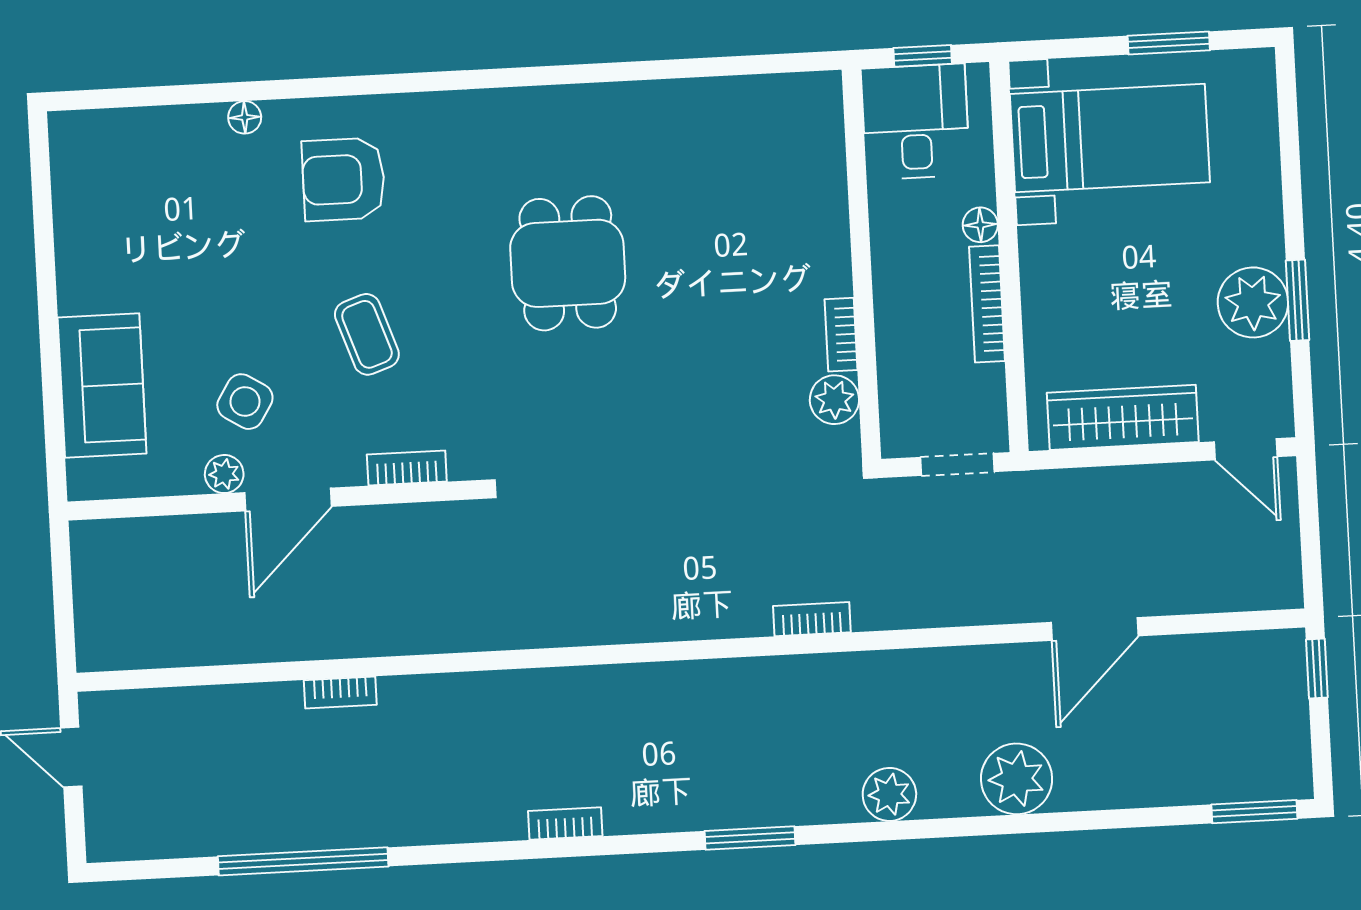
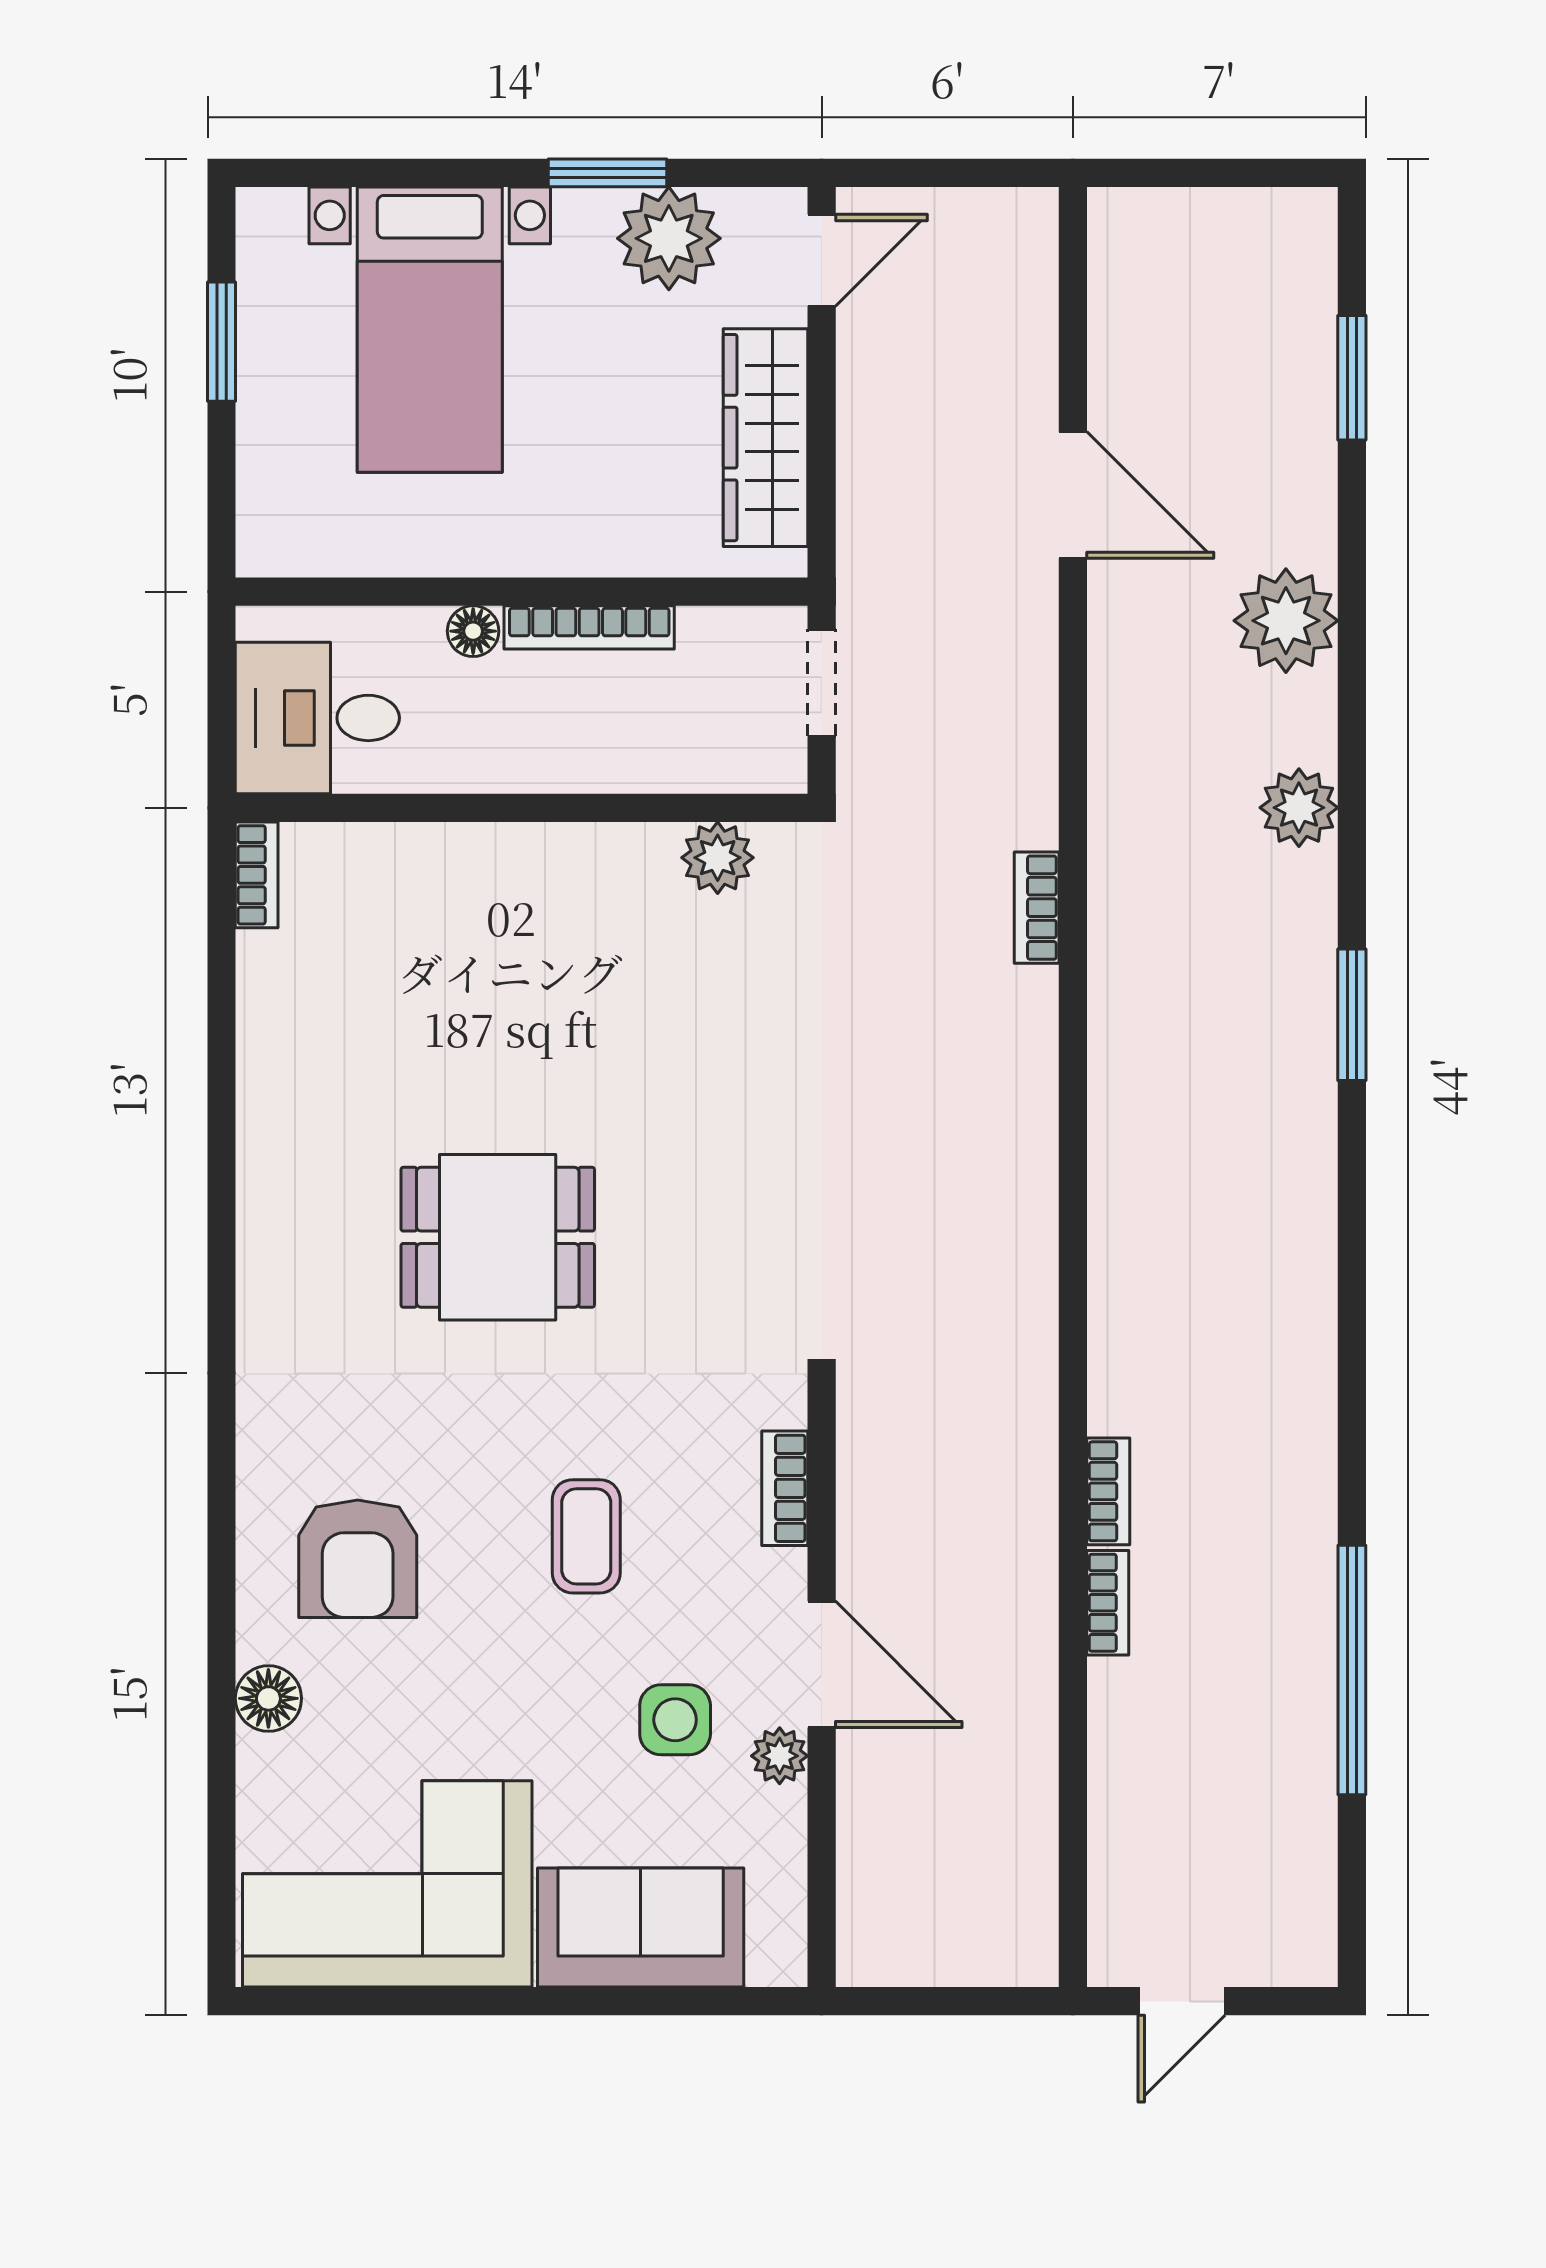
window: (923, 56) -> (222, 703), removed
floor lamp: (245, 117) -> (268, 1698), width x1.37, depth x1.37
bed with nightstands: (1110, 138) -> (430, 330), moved, turned 180
corner sofa: (123, 211) -> (387, 1884), added
plant: (1253, 302) -> (669, 238), moved
coffee table: (367, 334) -> (586, 1536), turned -71
bookcase: (841, 335) -> (257, 875), moved, turned -90
side table: (245, 402) -> (675, 1720), turned -32
window: (1317, 669) -> (1148, 173), removed
window: (1254, 812) -> (1352, 378), moved
bookcase: (565, 824) -> (1108, 1491), moved, turned 180

